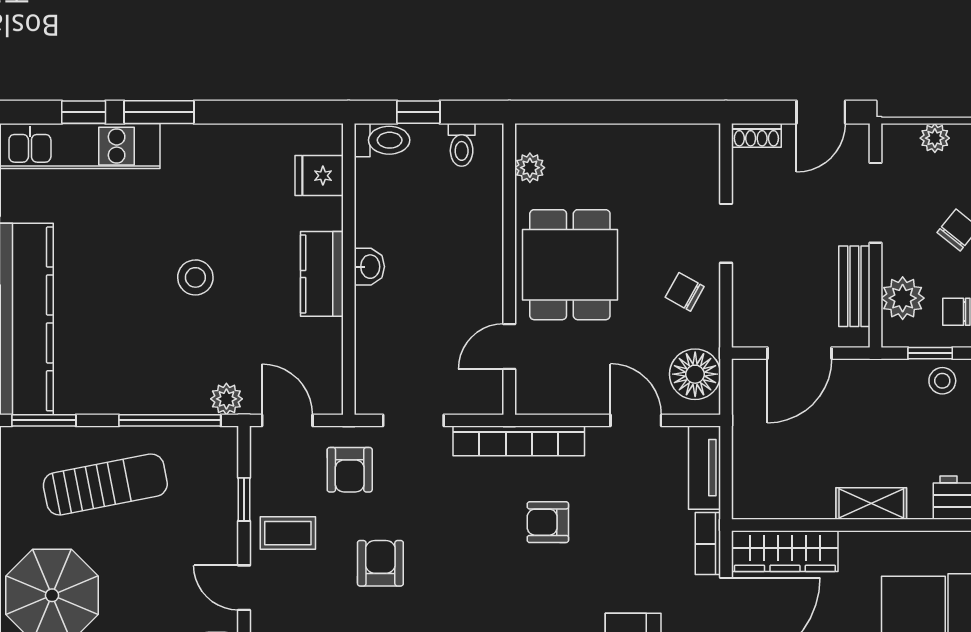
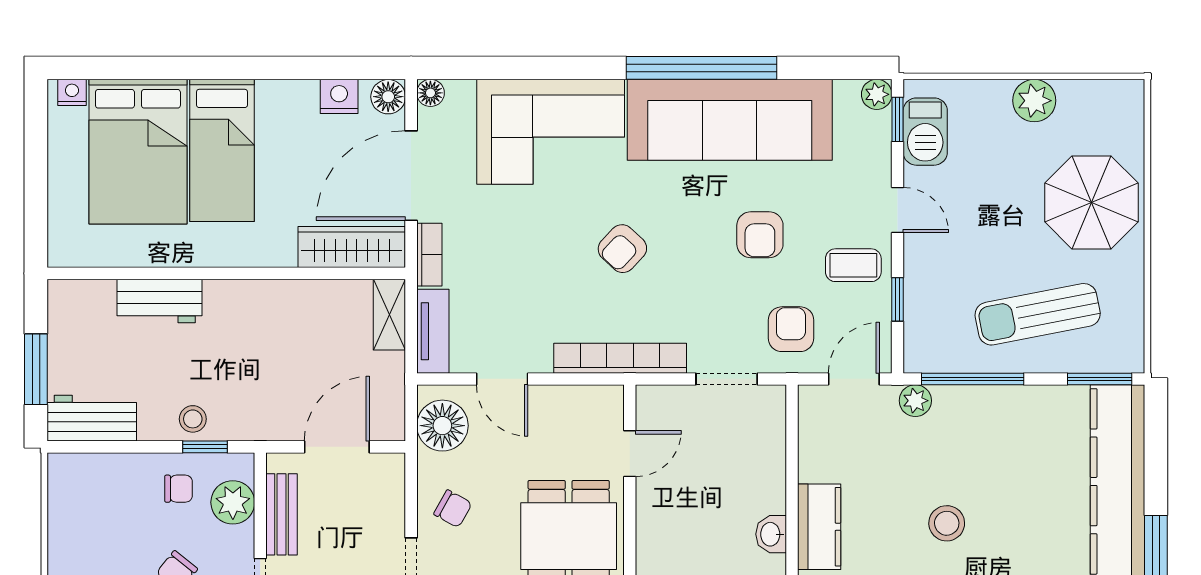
door: (287, 420) -> (854, 379), swing flipped
shelving: (871, 504) -> (389, 315), moved, turned 90
armchair: (548, 522) -> (622, 249), moved, turned 133

